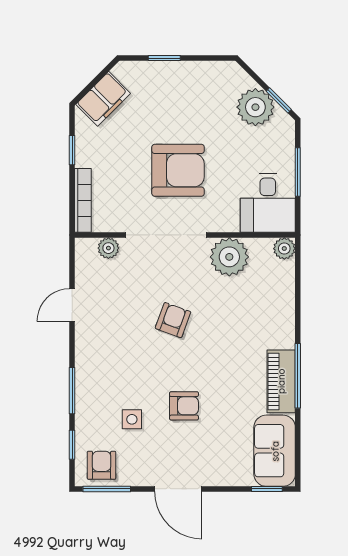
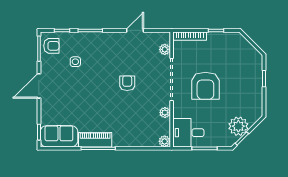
filing cabinet: (103, 99) -> (243, 47), removed
plant: (229, 257) -> (165, 113), width x0.53, depth x0.53
door: (72, 305) -> (135, 30), hinge flipped
armchair: (173, 320) -> (127, 83), turned -110
armchair: (184, 406) -> (82, 89), removed

